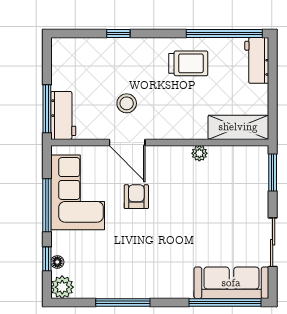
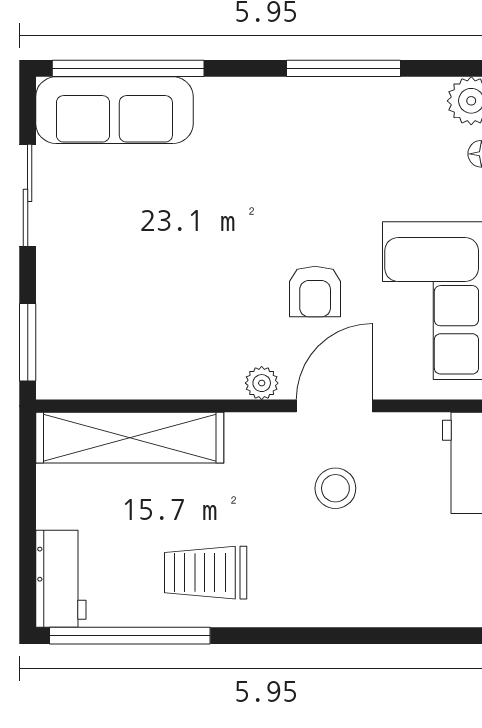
window: (118, 33) -> (353, 636), removed
shelving: (238, 127) -> (130, 438), width x1.47
door: (127, 142) -> (334, 406), hinge flipped
plant: (199, 153) -> (262, 383), moved

